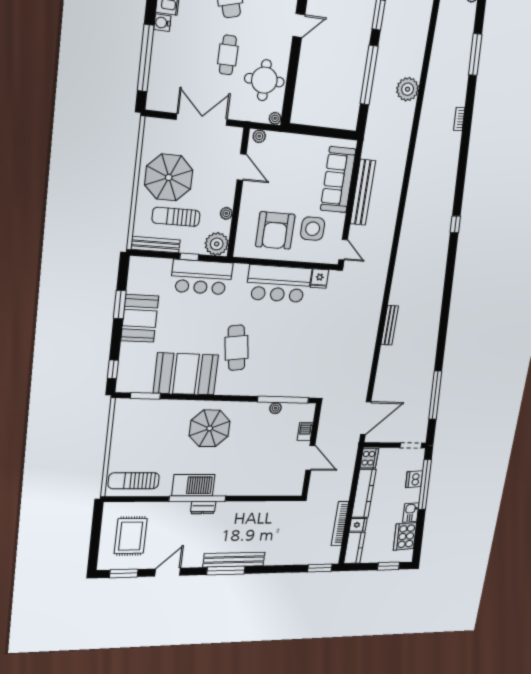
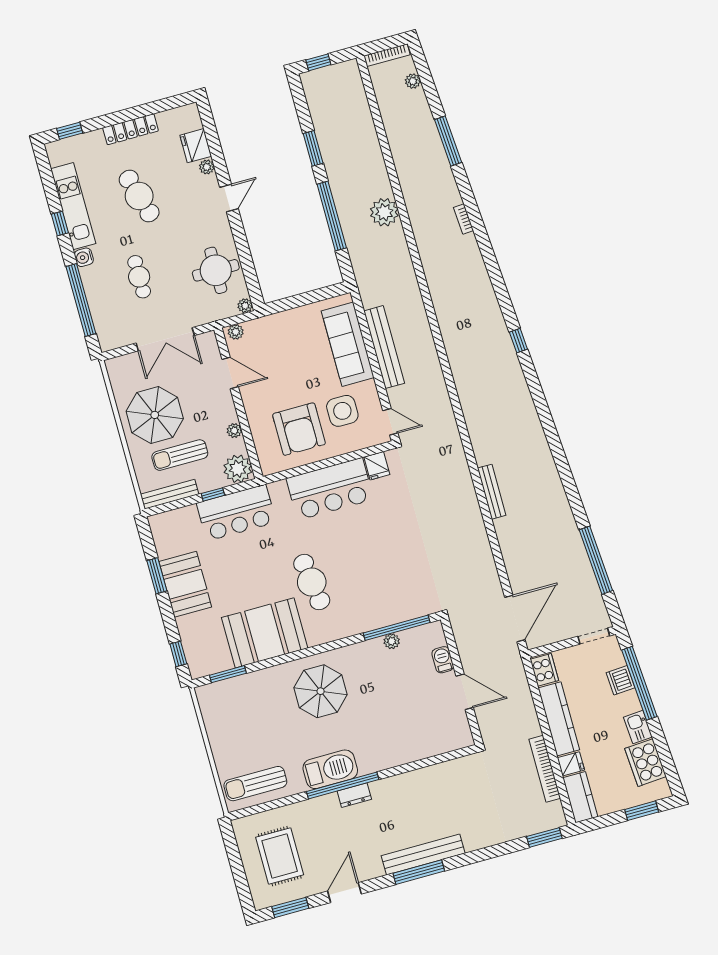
cafe table: (228, 55) -> (139, 277), moved
double door: (202, 120) -> (165, 339), swing flipped

